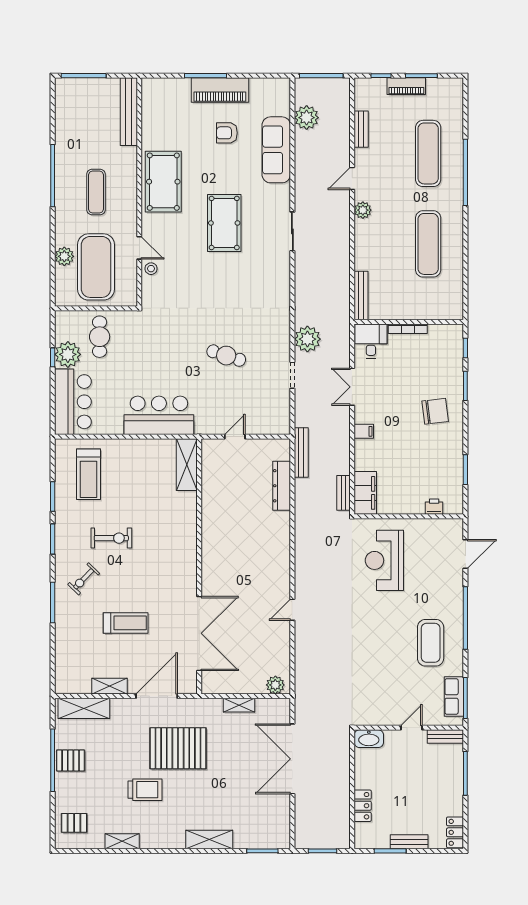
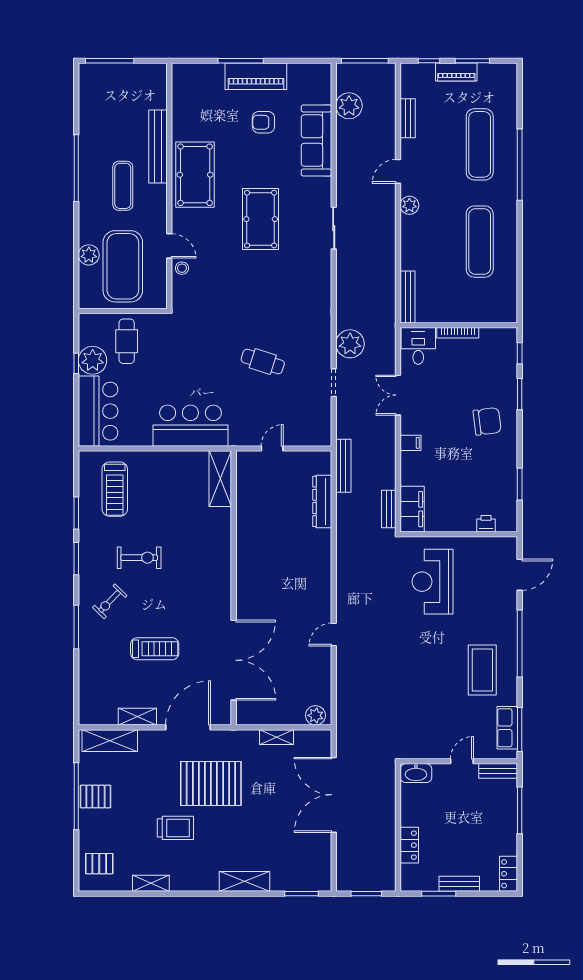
bench: (129, 112) -> (158, 146), moved

